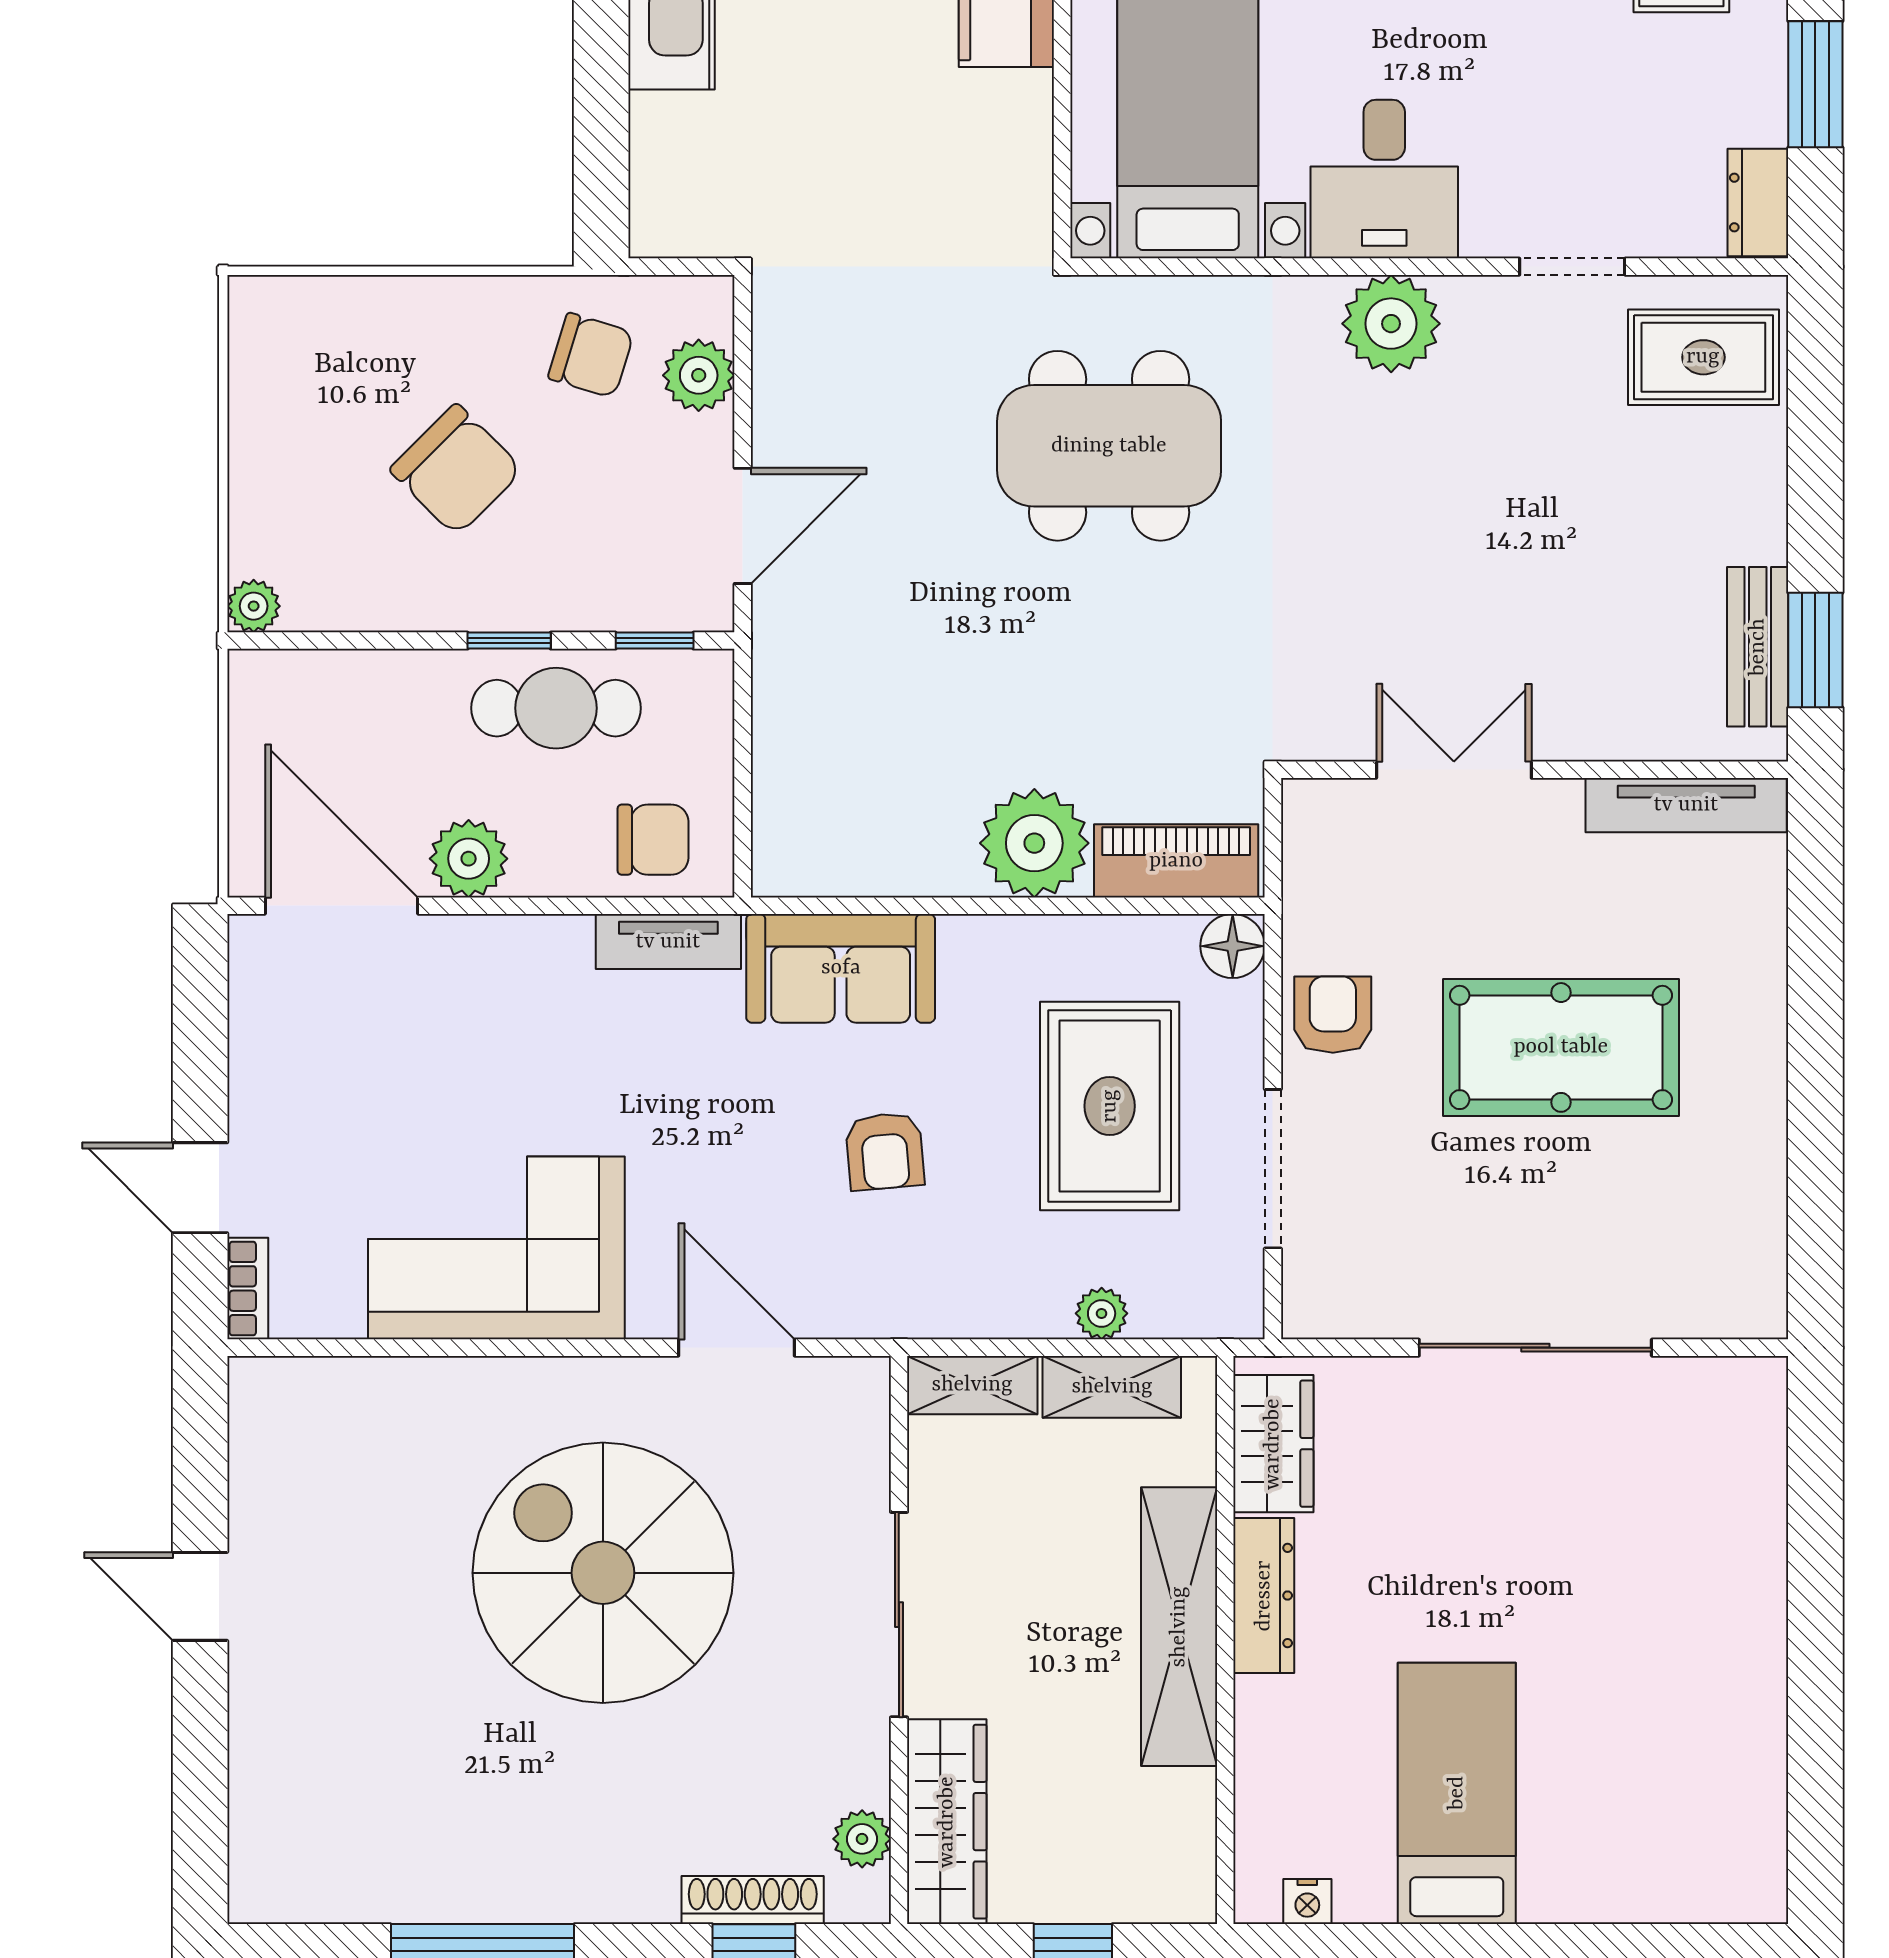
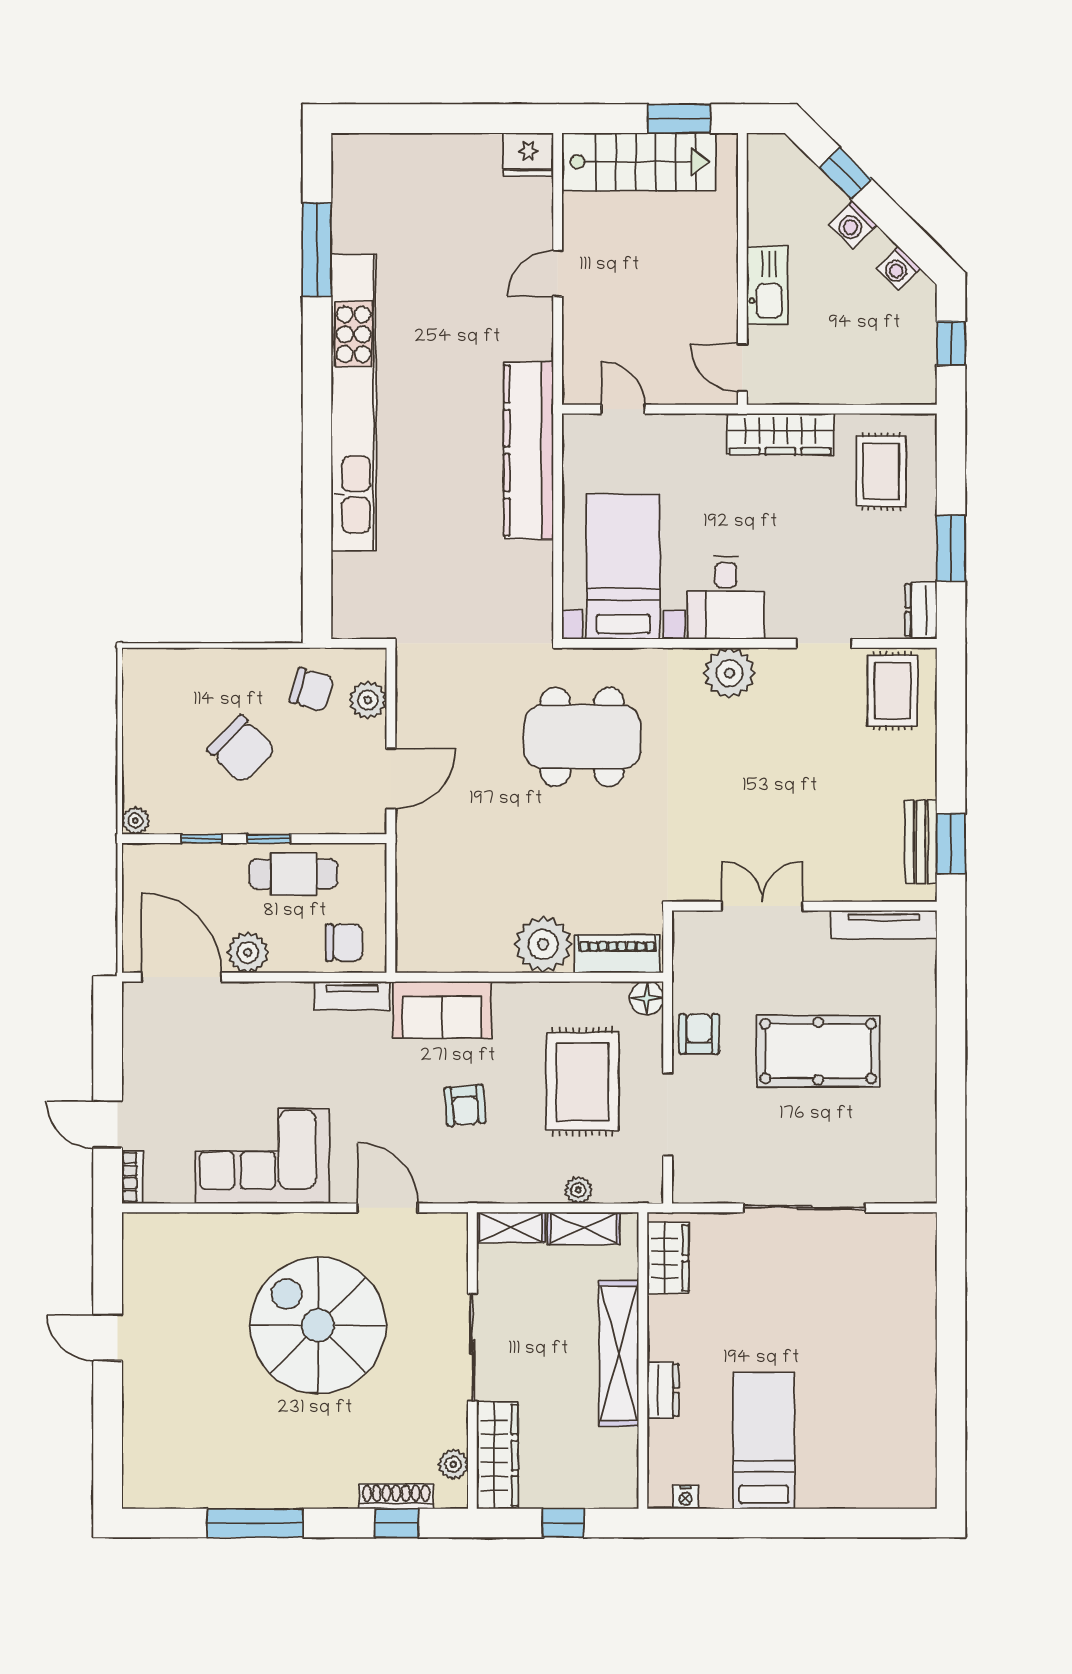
rug: (1703, 357) -> (893, 691), turned 90
window: (655, 641) -> (202, 839), moved
dresser: (1264, 1596) -> (663, 1390), moved, width x0.70

